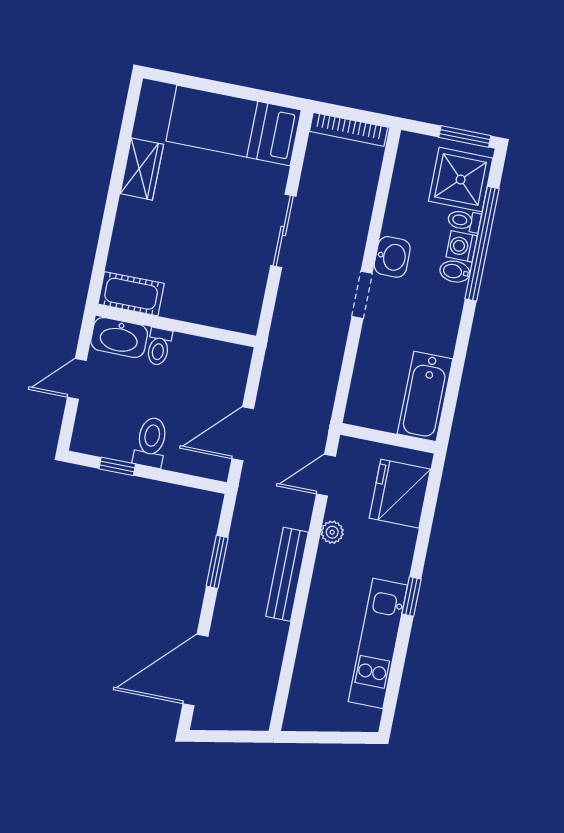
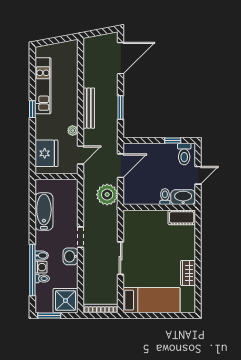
shower: (461, 180) -> (65, 301), moved
plant: (285, 377) -> (107, 195), added
bathtub: (425, 396) -> (44, 212), moved
toilet: (151, 442) -> (184, 154), moved

